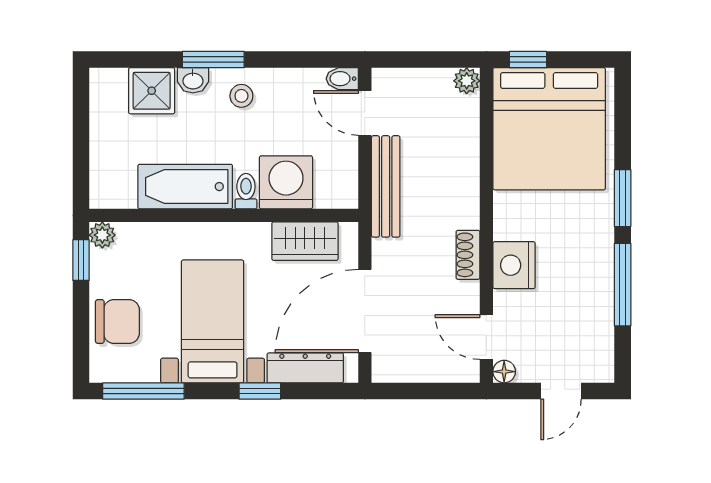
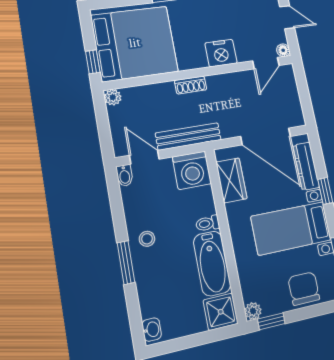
washbasin: (193, 80) -> (152, 330), moved
shower: (152, 91) -> (221, 312), moved
door: (365, 113) -> (144, 157), swing flipped
washing machine: (286, 182) -> (192, 170), moved, turned -90
shoe rack: (468, 255) -> (191, 85), moved

